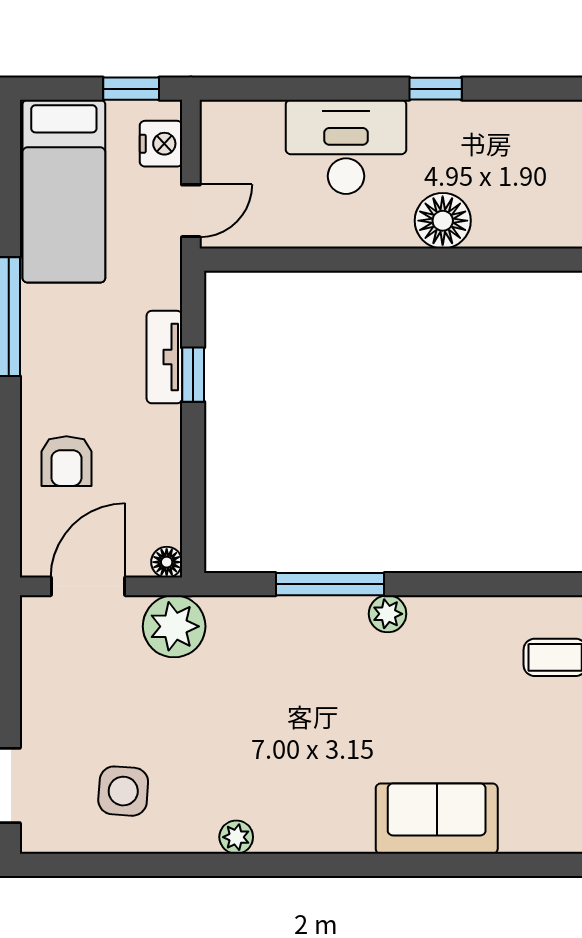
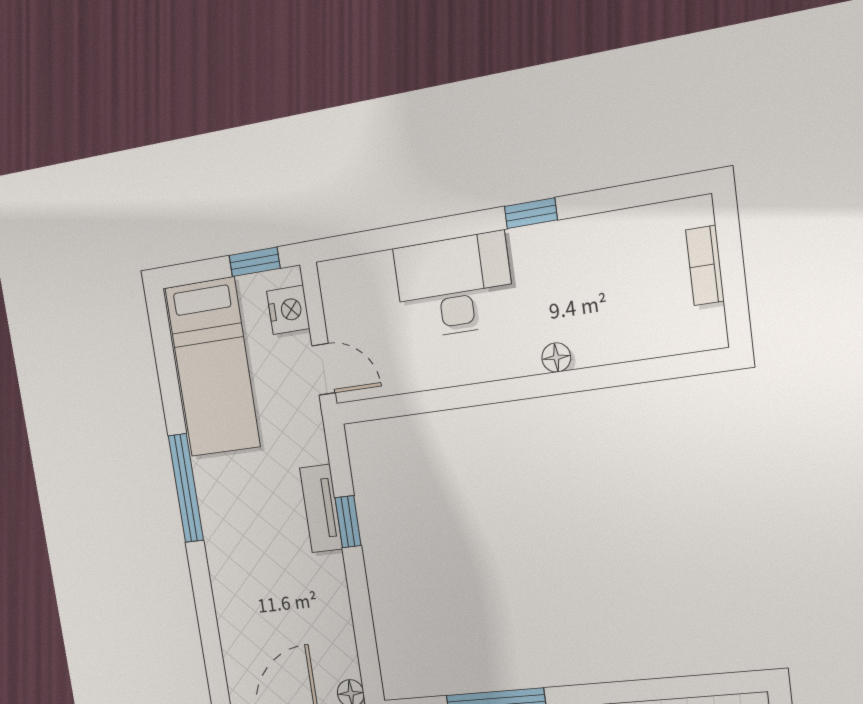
door: (191, 211) -> (324, 369), hinge flipped
floor lamp: (443, 221) -> (556, 357), width x0.53, depth x0.53
armchair: (66, 461) -> (253, 611), removed

